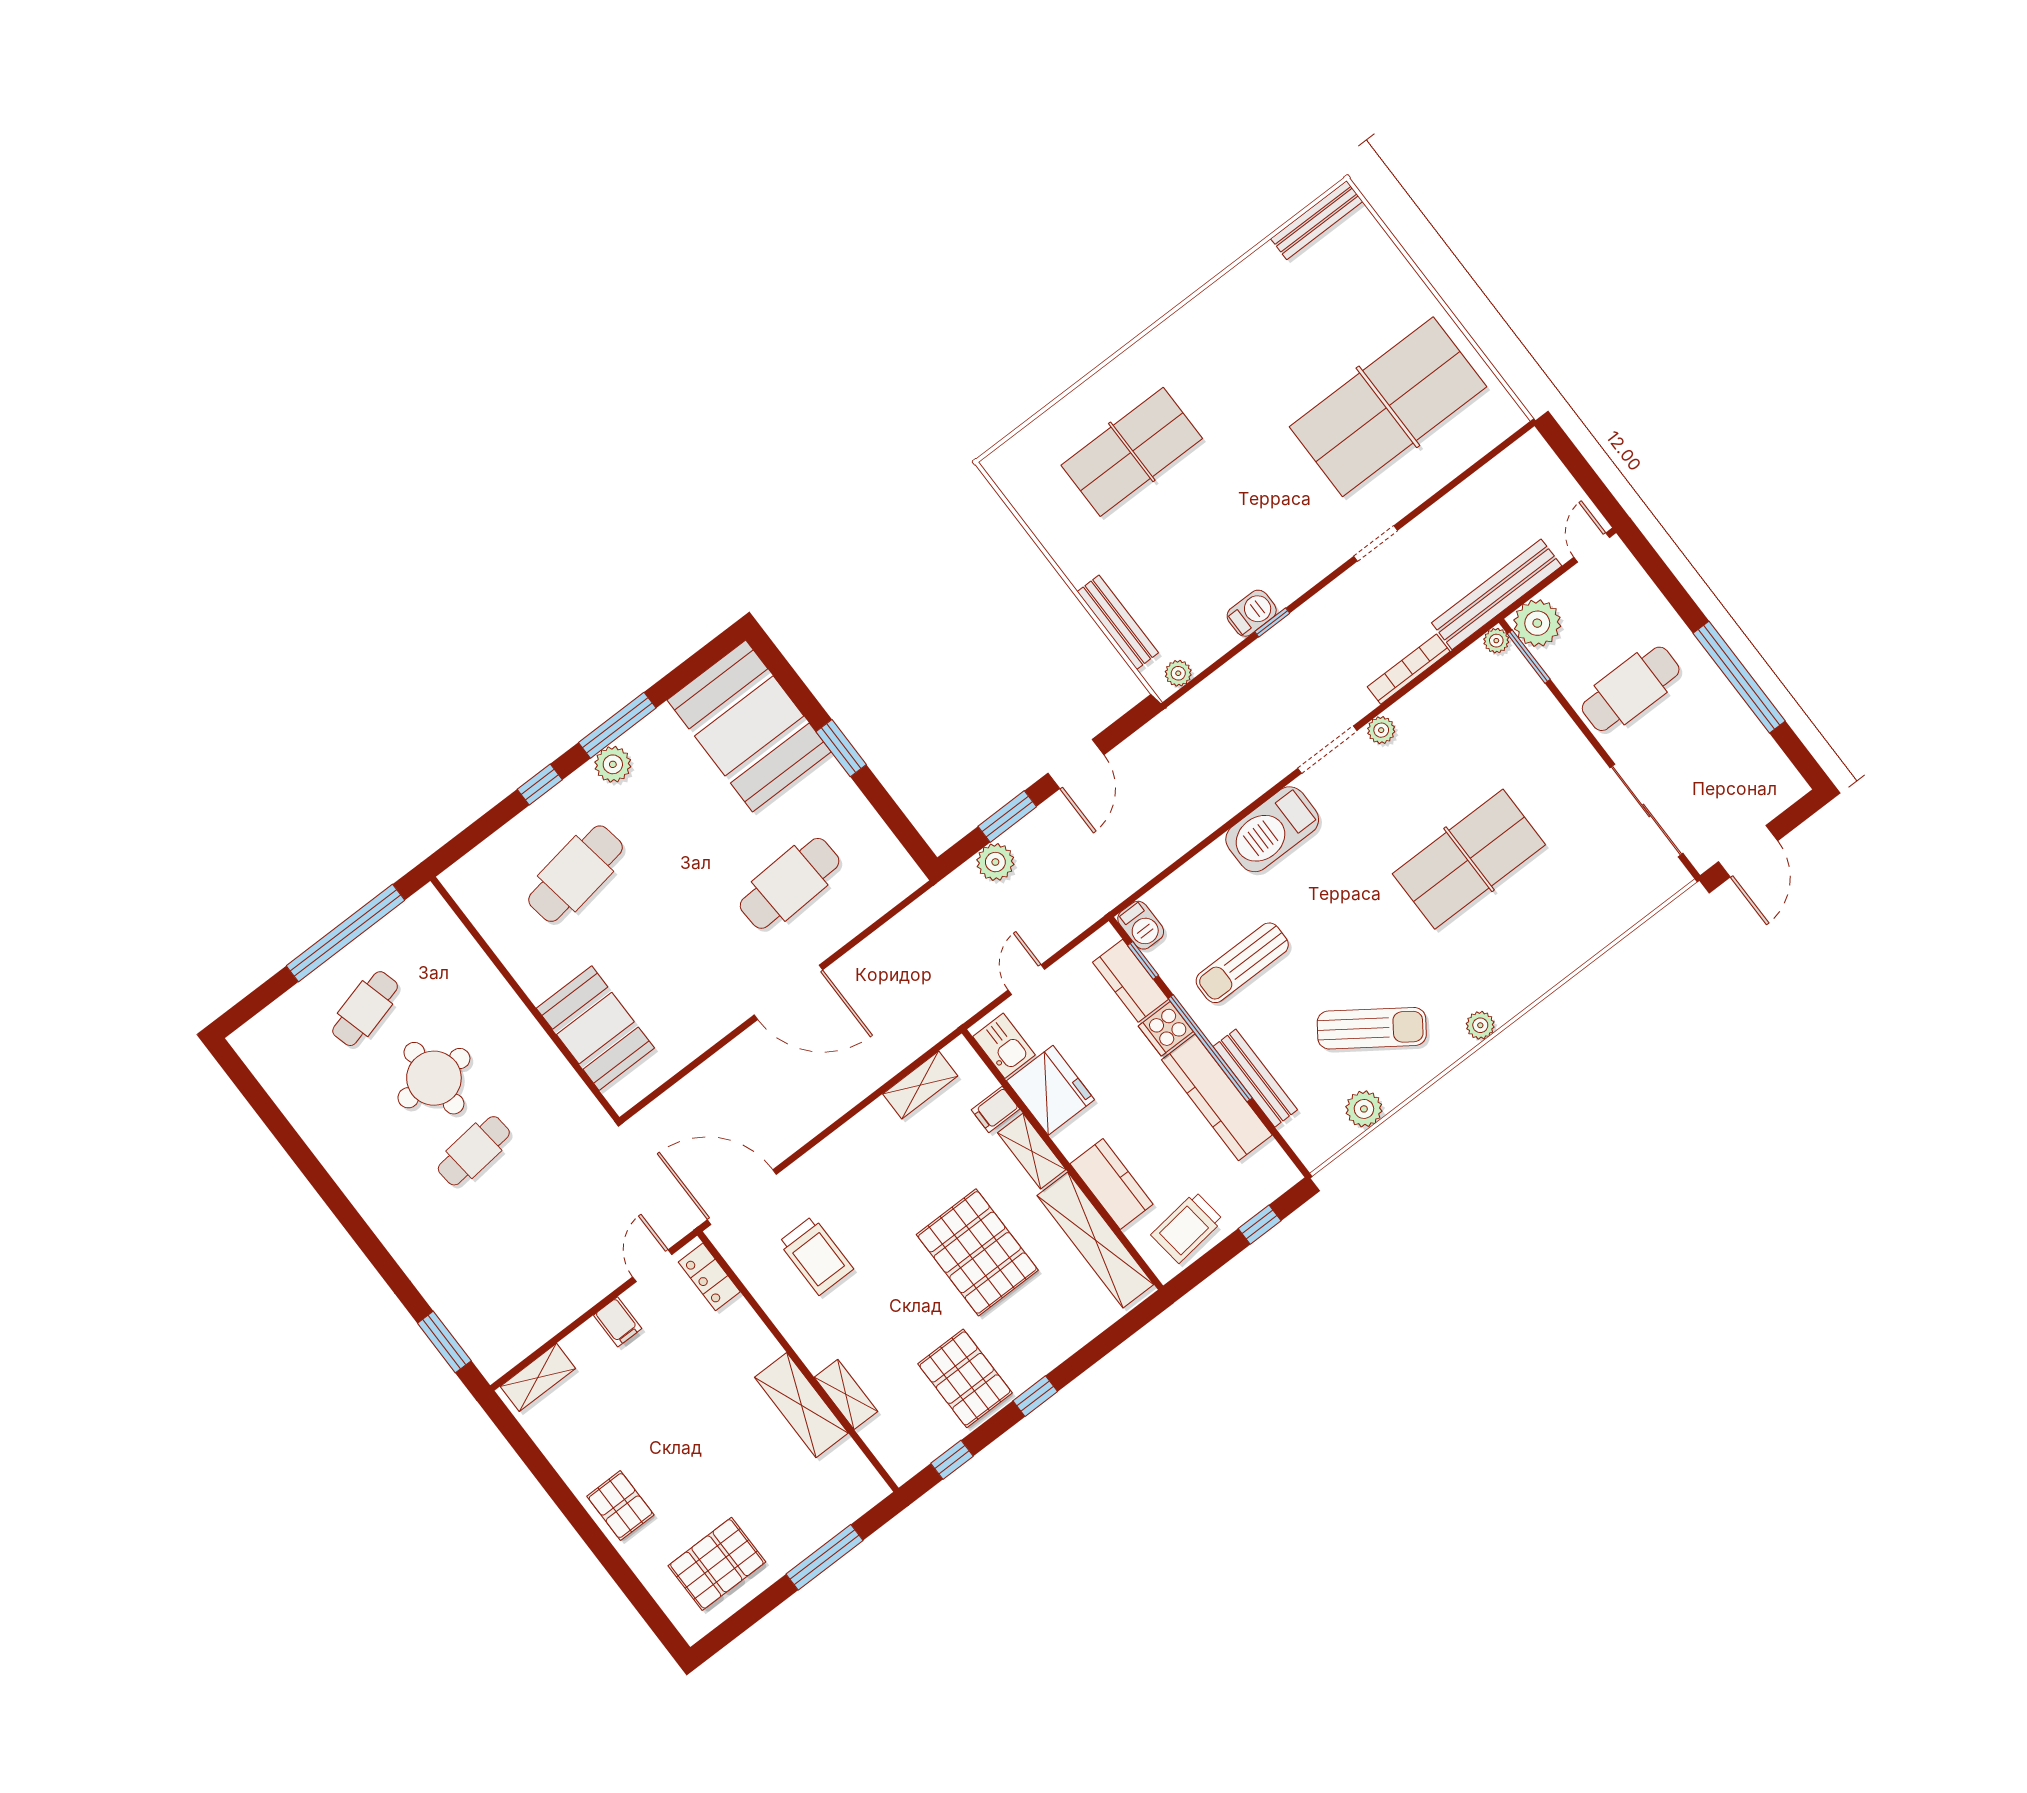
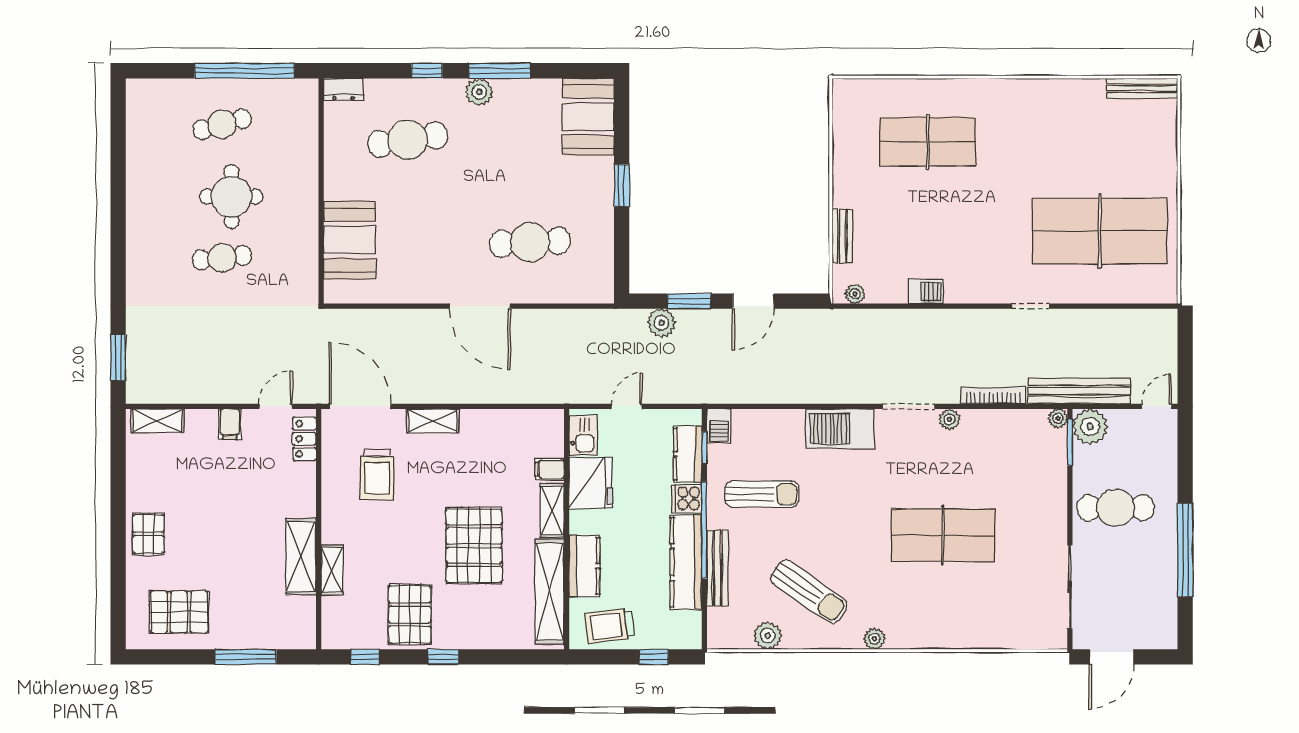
bench: (1118, 622) -> (842, 236), width x0.73
window: (1272, 622) -> (934, 306), removed
booth: (749, 726) -> (588, 117), width x0.73, depth x0.70
dresser: (466, 872) -> (343, 89), added
sun lounger: (1242, 963) -> (762, 494), turned 180
shelving: (920, 1085) -> (433, 421), moved

